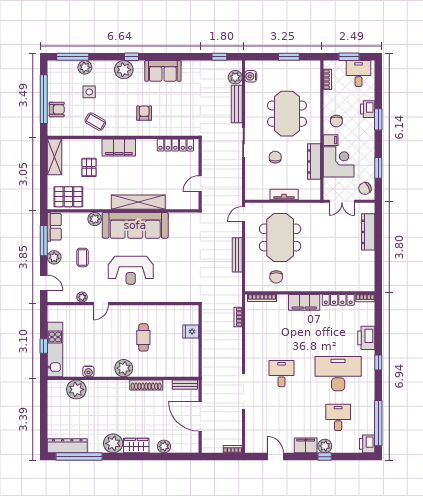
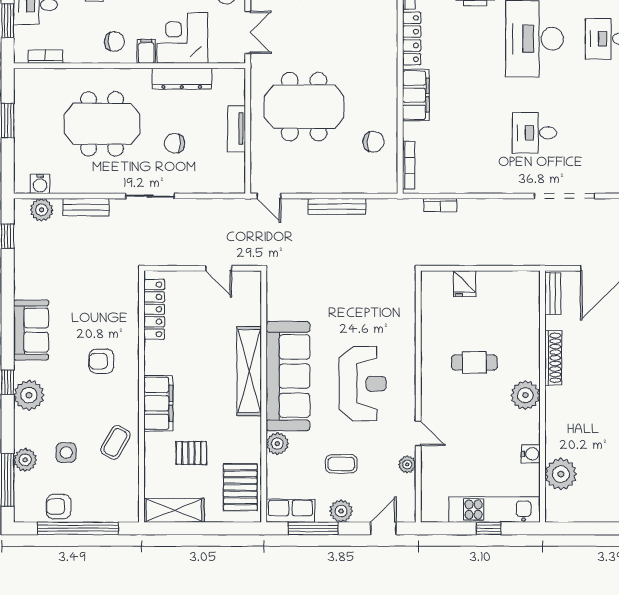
bench: (237, 104) -> (86, 207), width x0.73
armchair: (57, 109) -> (59, 507), moved, turned -90
meeting table: (280, 238) -> (304, 107), moved

